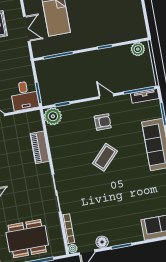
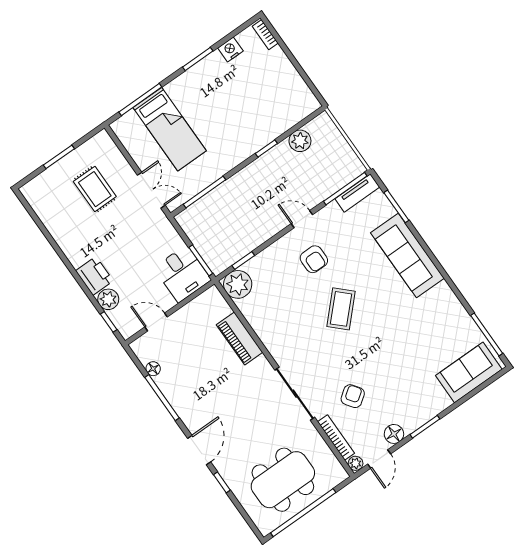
double door: (27, 29) -> (151, 190), moved
plant: (138, 49) -> (300, 141), moved
armchair: (103, 122) -> (314, 259), turned 90
armchair: (89, 210) -> (353, 396), added

